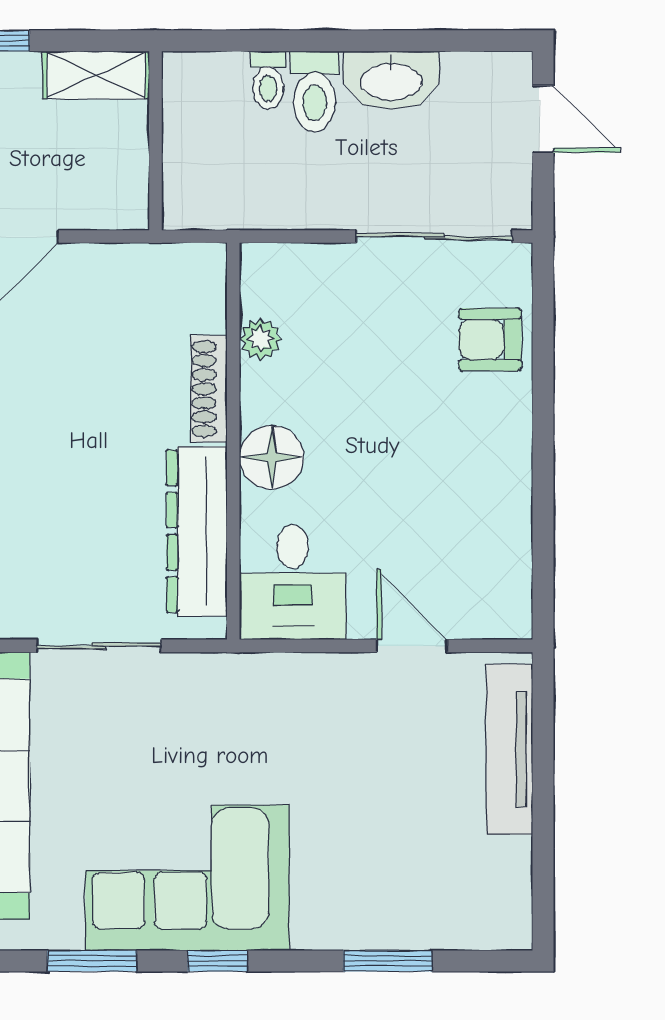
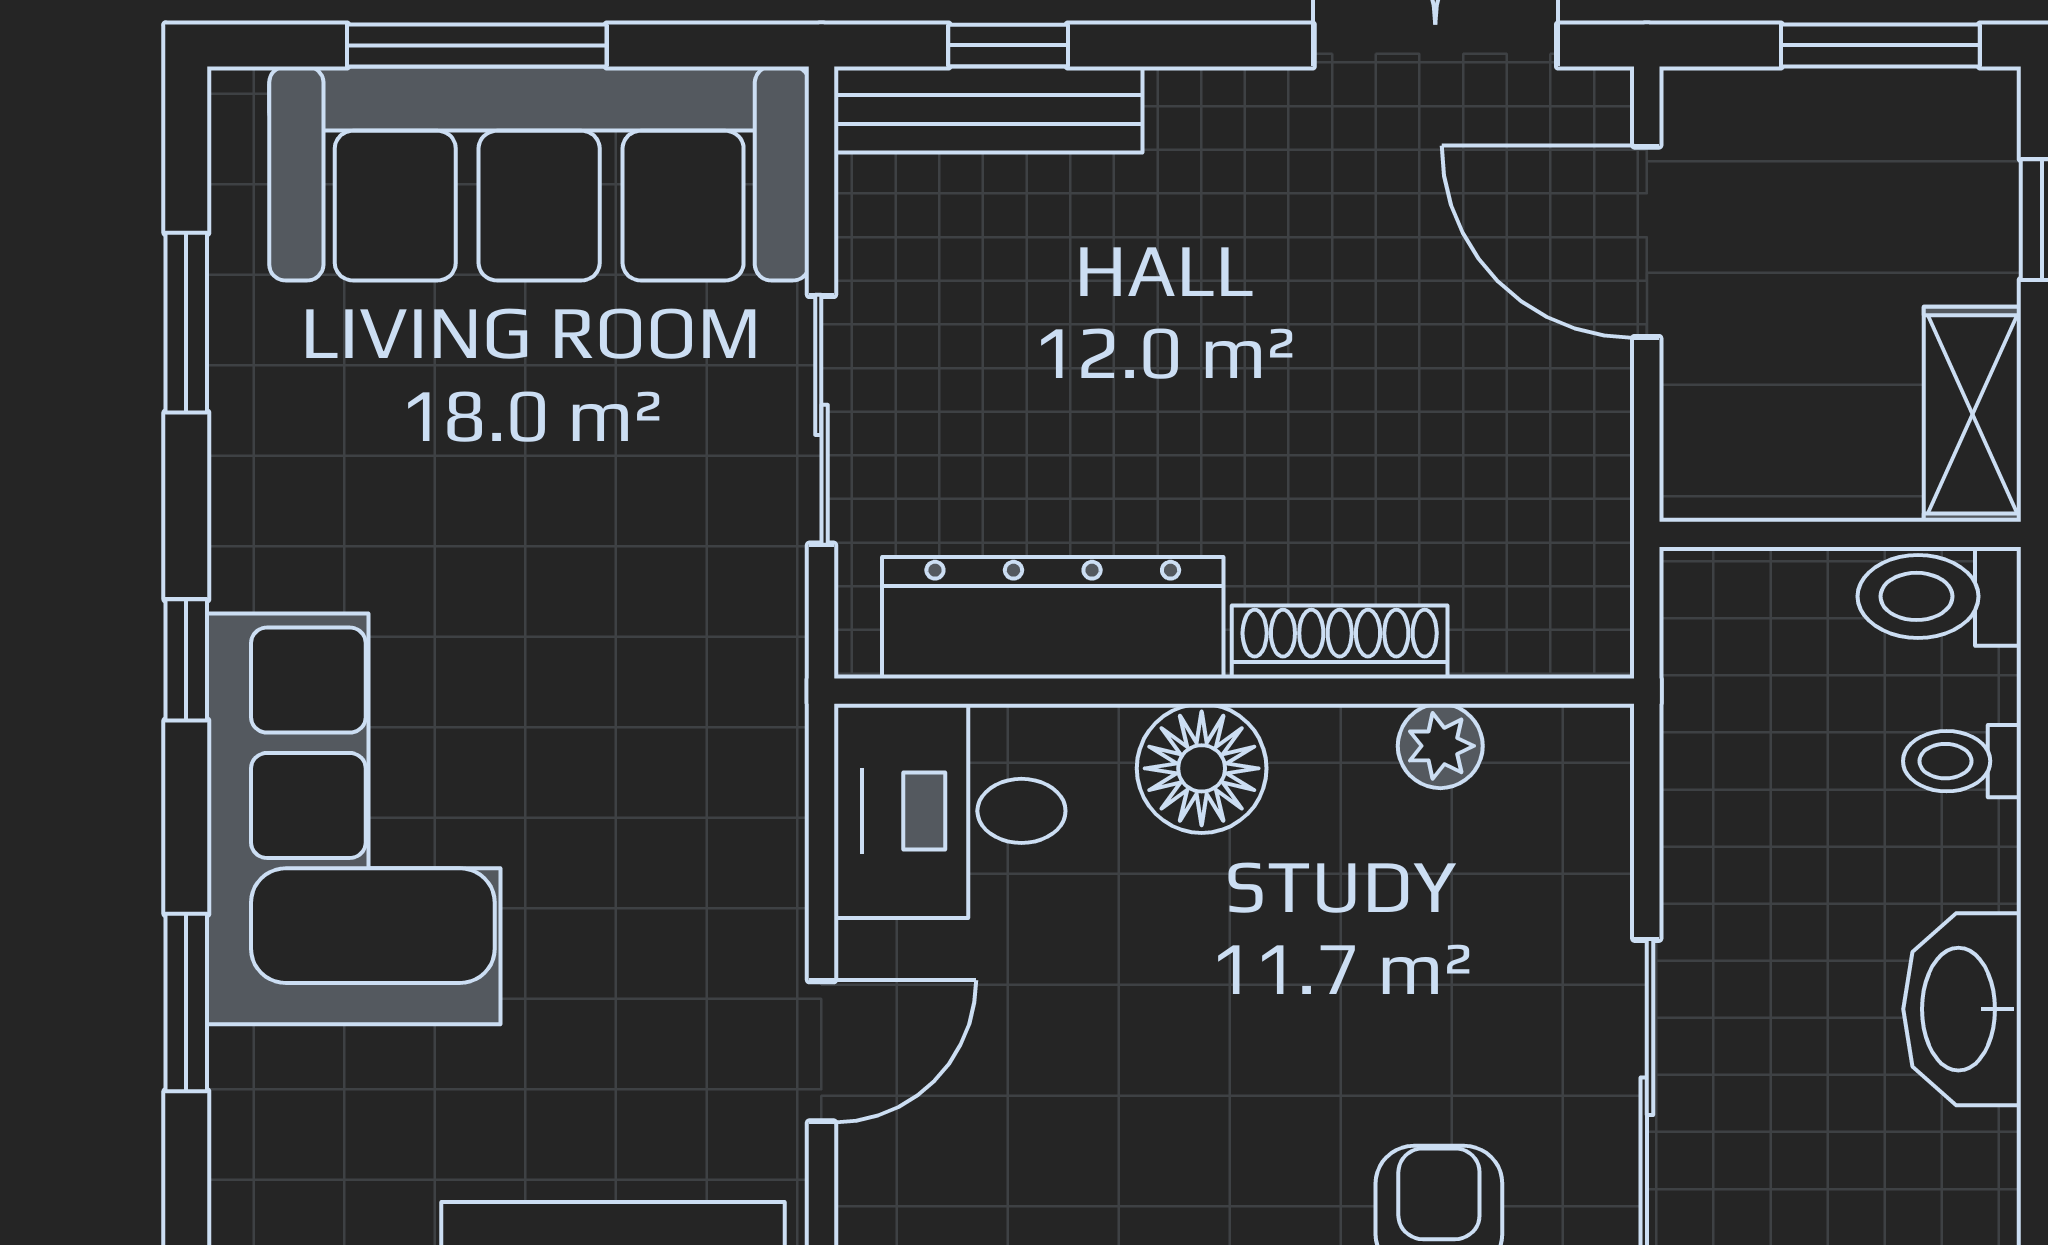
toilet: (315, 91) -> (1939, 596), moved
corner sofa: (187, 878) -> (354, 819), moved
window: (92, 961) -> (186, 323), moved

